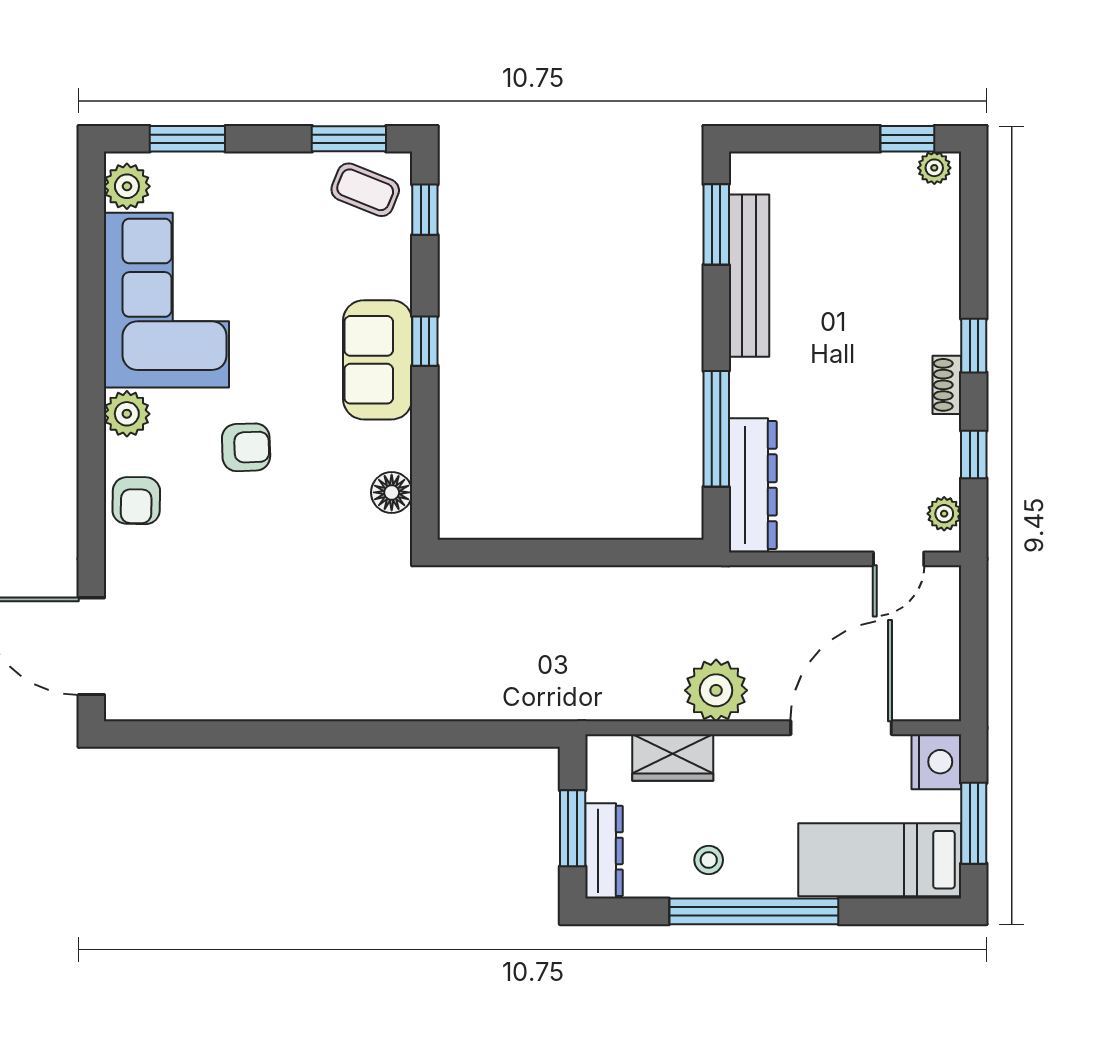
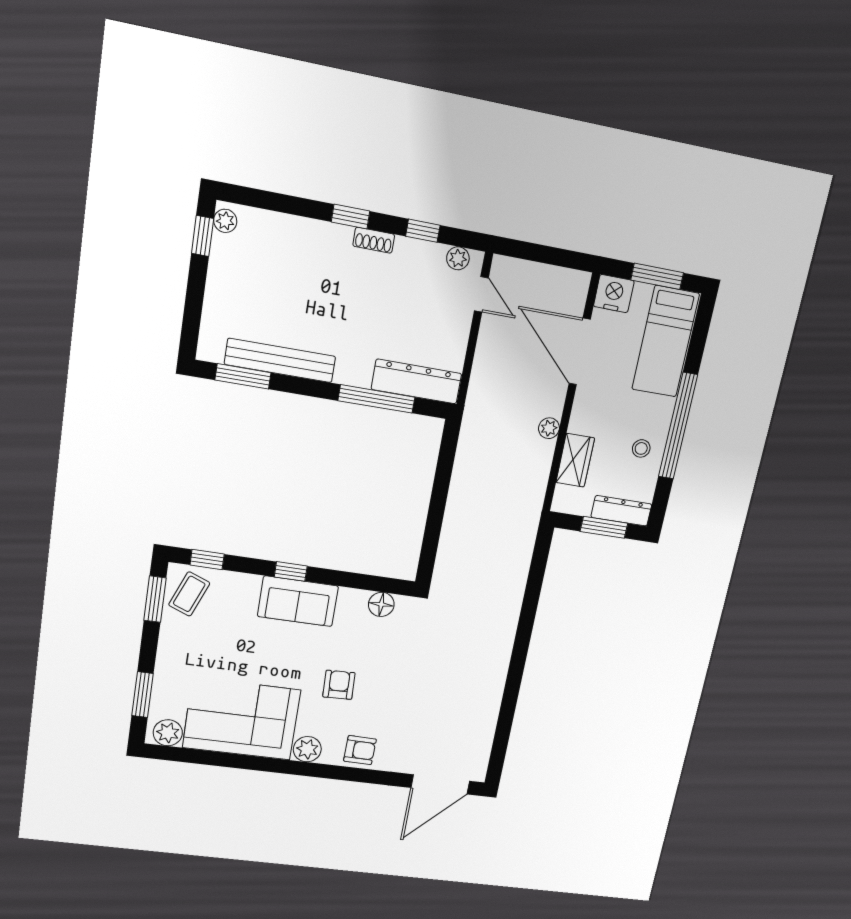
plant: (716, 690) -> (549, 428), width x0.53, depth x0.53

